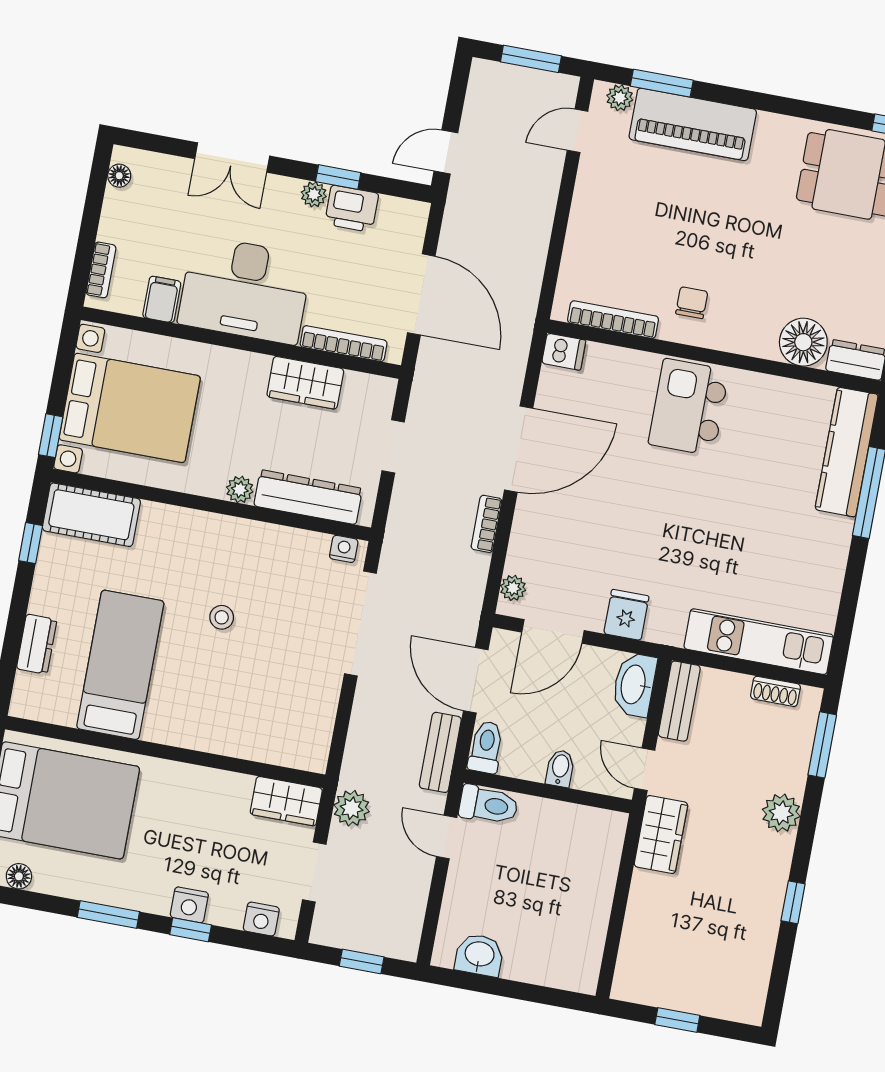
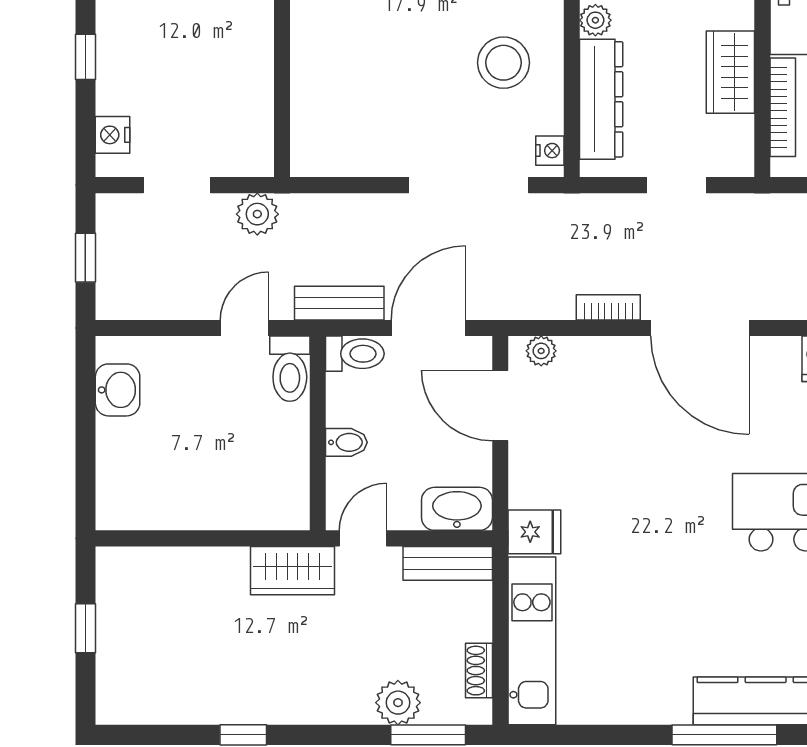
fridge: (626, 615) -> (534, 532), moved
stool: (222, 617) -> (503, 63), moved, width x1.89, depth x1.89
wardrobe: (286, 801) -> (252, 138), removed
plant: (781, 813) -> (398, 703), moved
nightstand: (189, 905) -> (113, 50), removed

